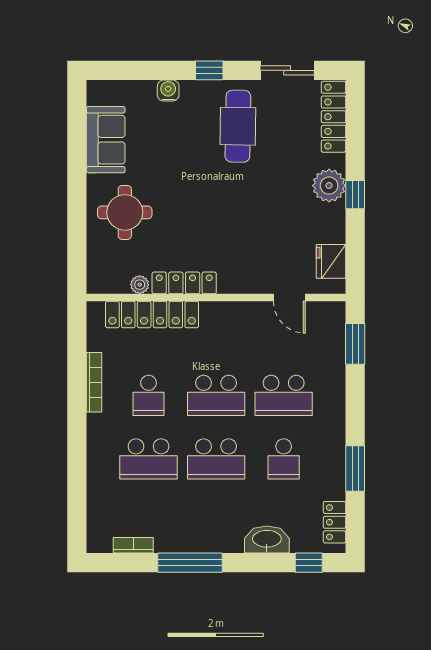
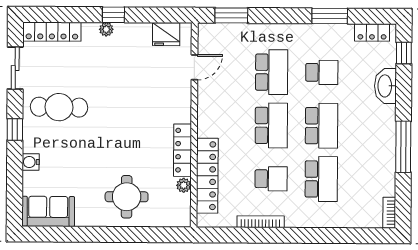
sofa: (106, 140) -> (48, 211), moved
plant: (329, 186) -> (106, 29), width x0.53, depth x0.53
bookcase: (133, 545) -> (389, 213), moved

